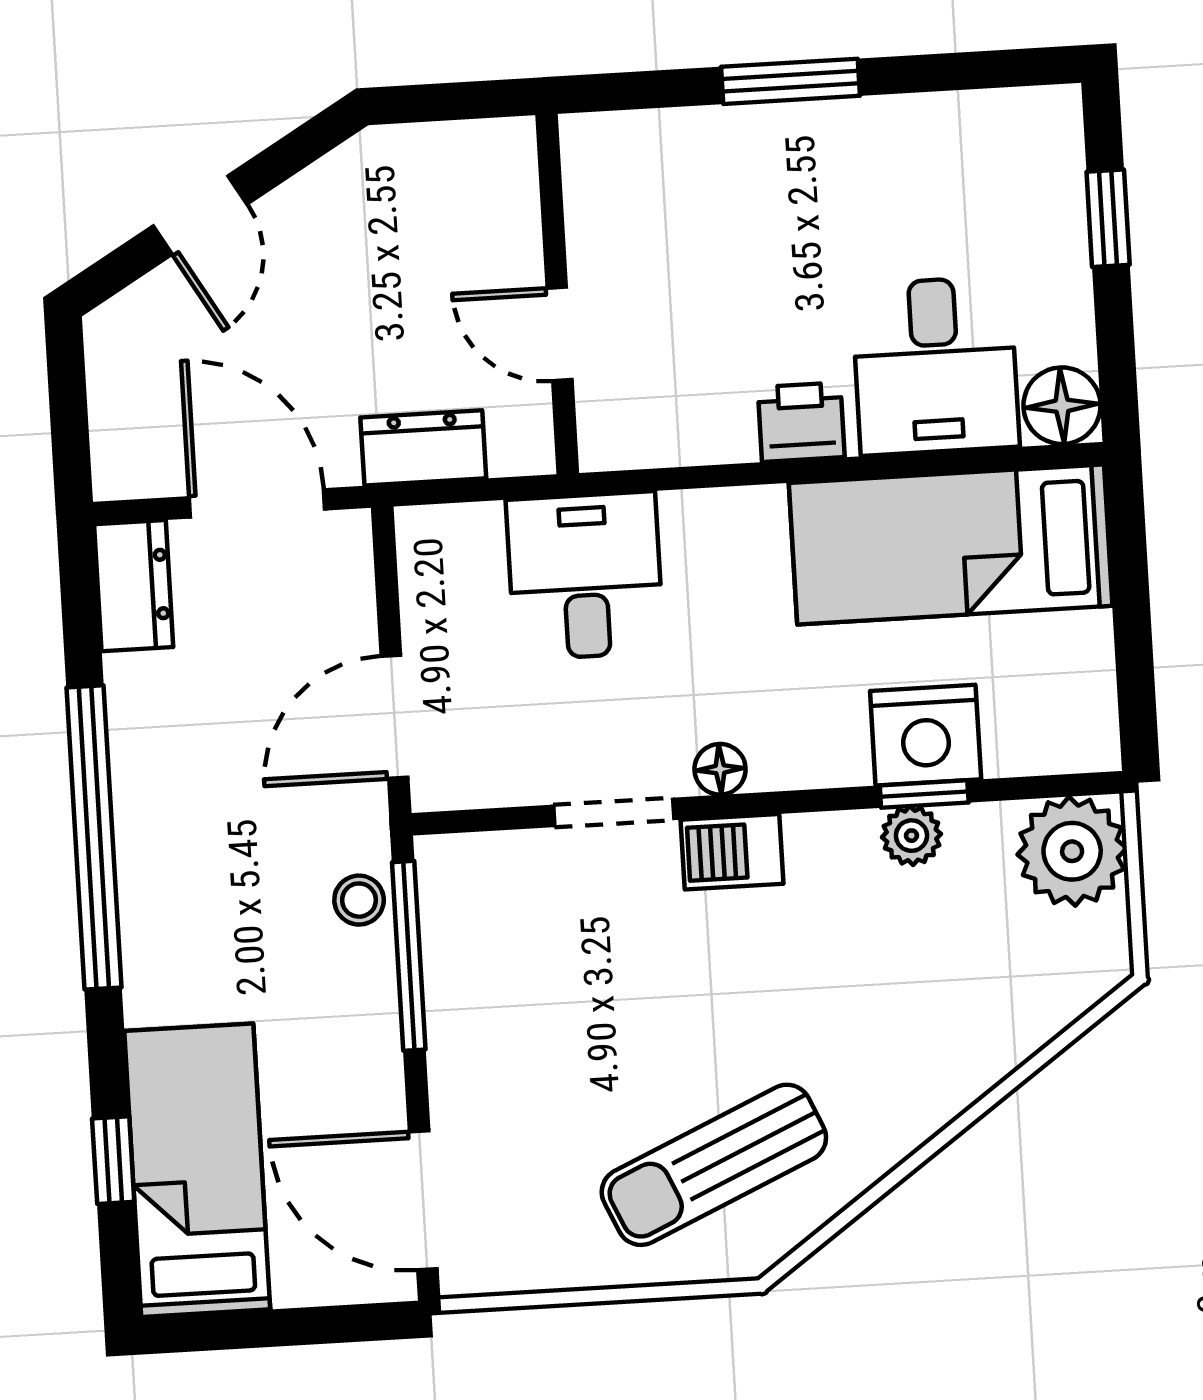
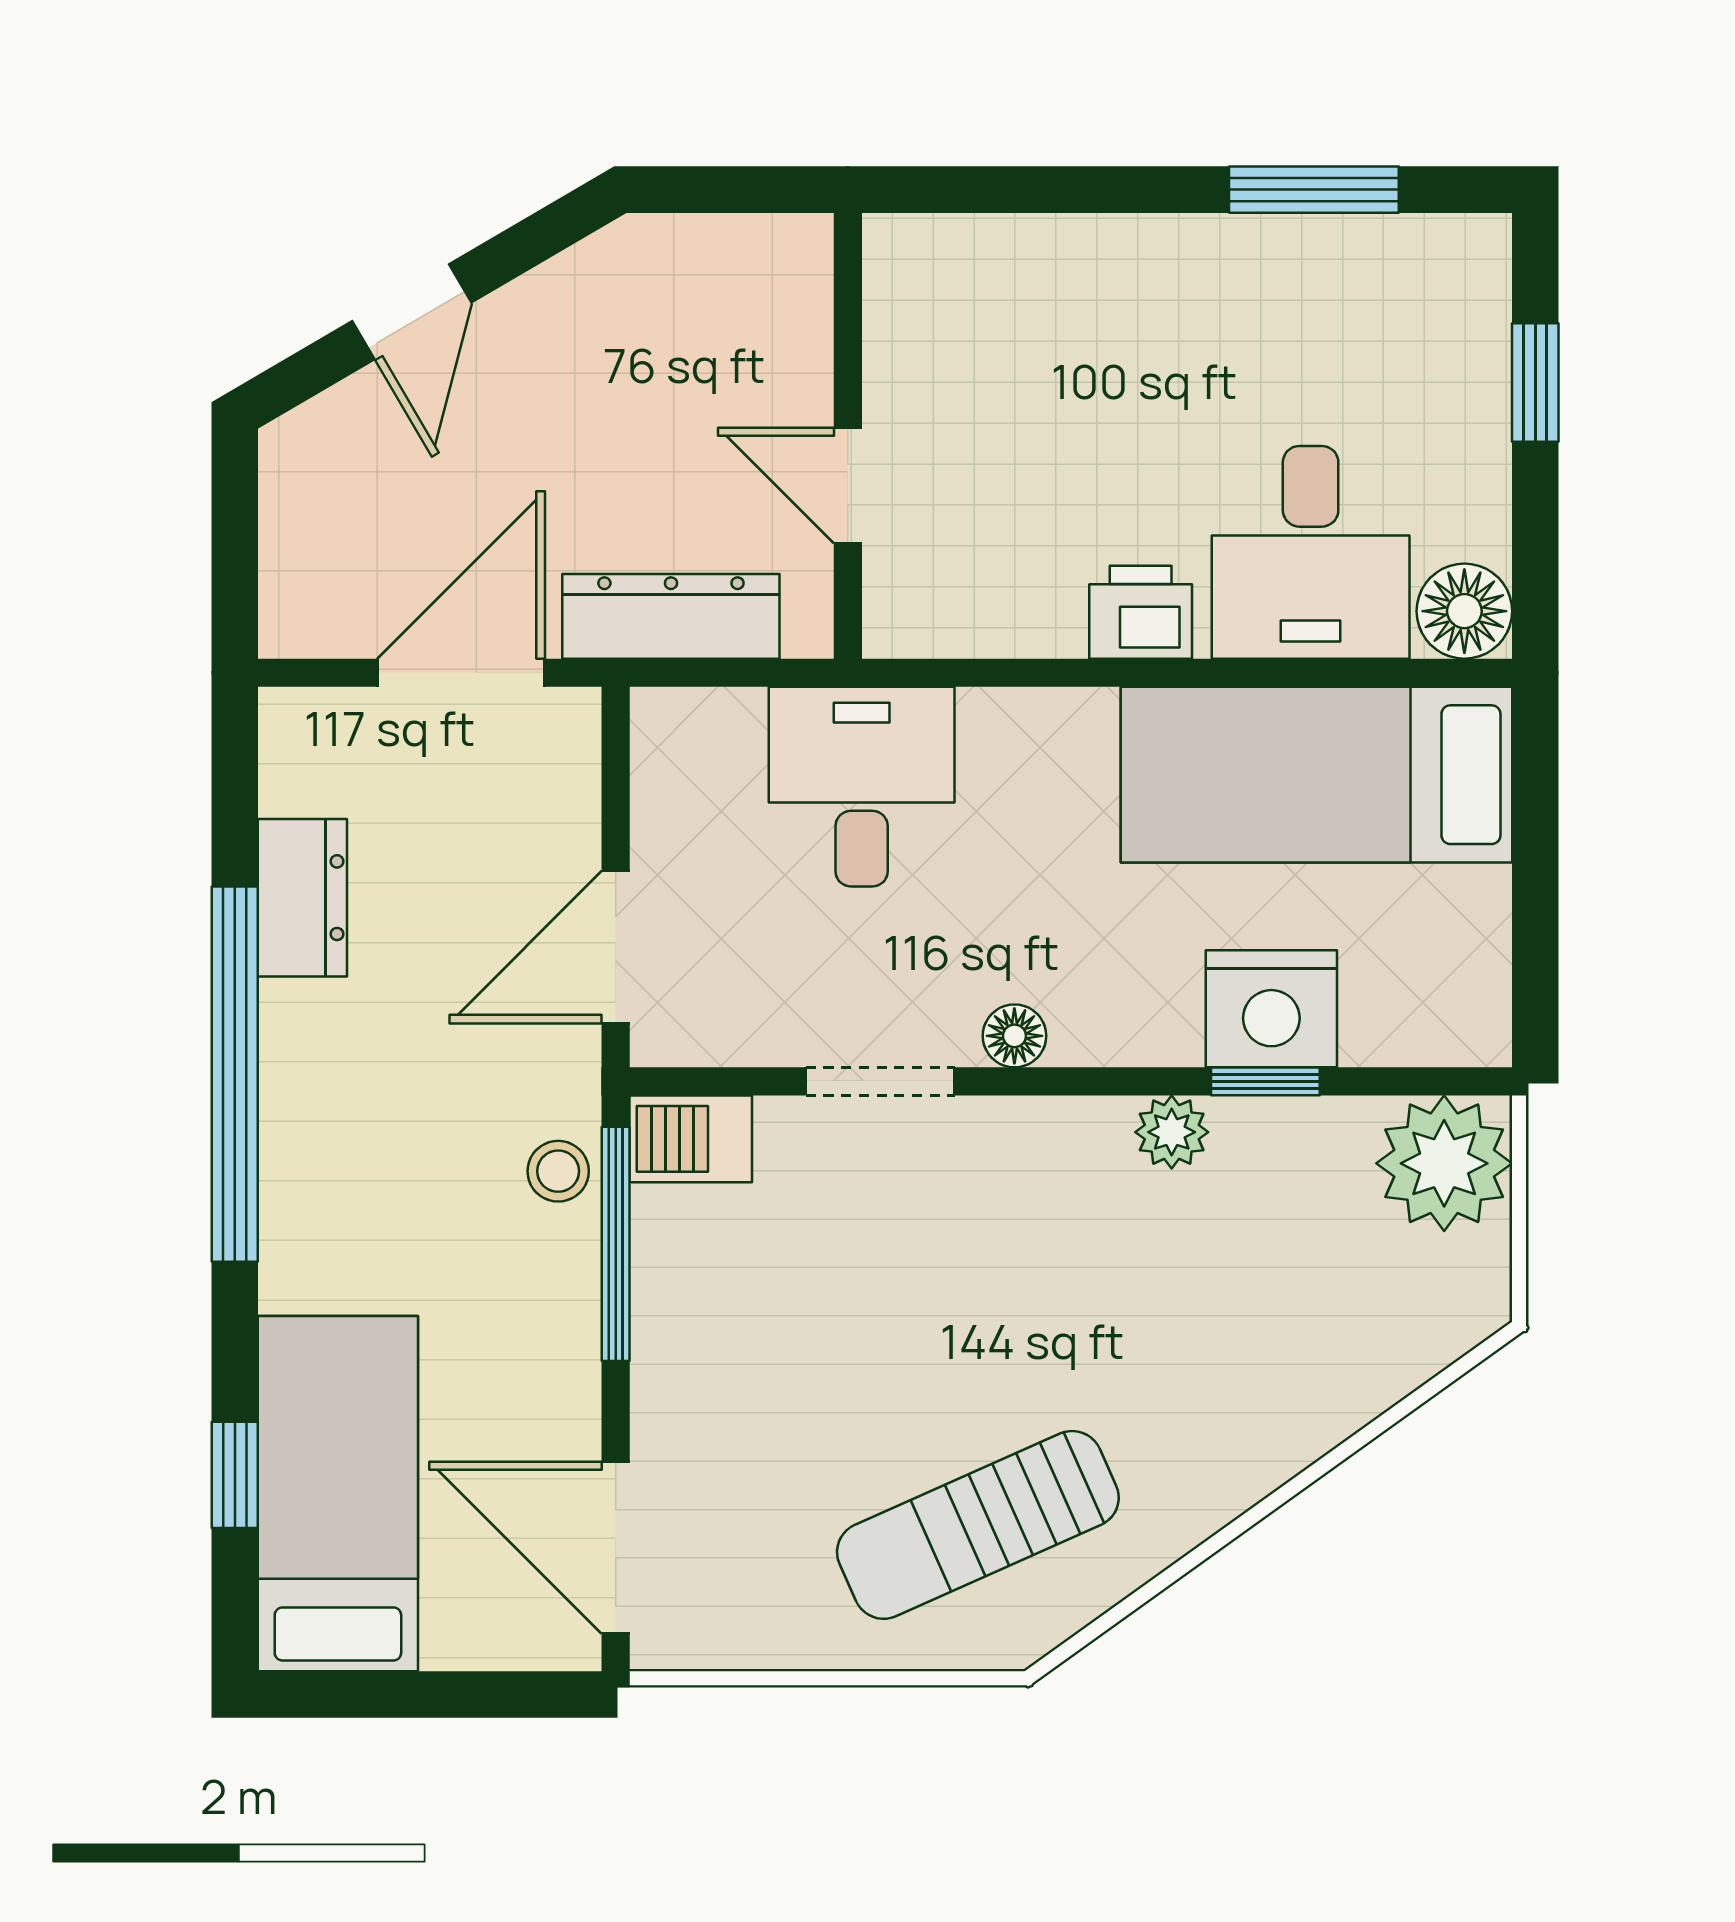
window: (791, 81) -> (1314, 190), moved
dresser: (423, 448) -> (671, 616), width x1.44
door: (257, 503) -> (461, 673), hinge flipped
dresser: (134, 586) -> (302, 898), moved
plant: (911, 836) -> (1172, 1132), moved
barbecue: (732, 852) -> (691, 1139), moved

